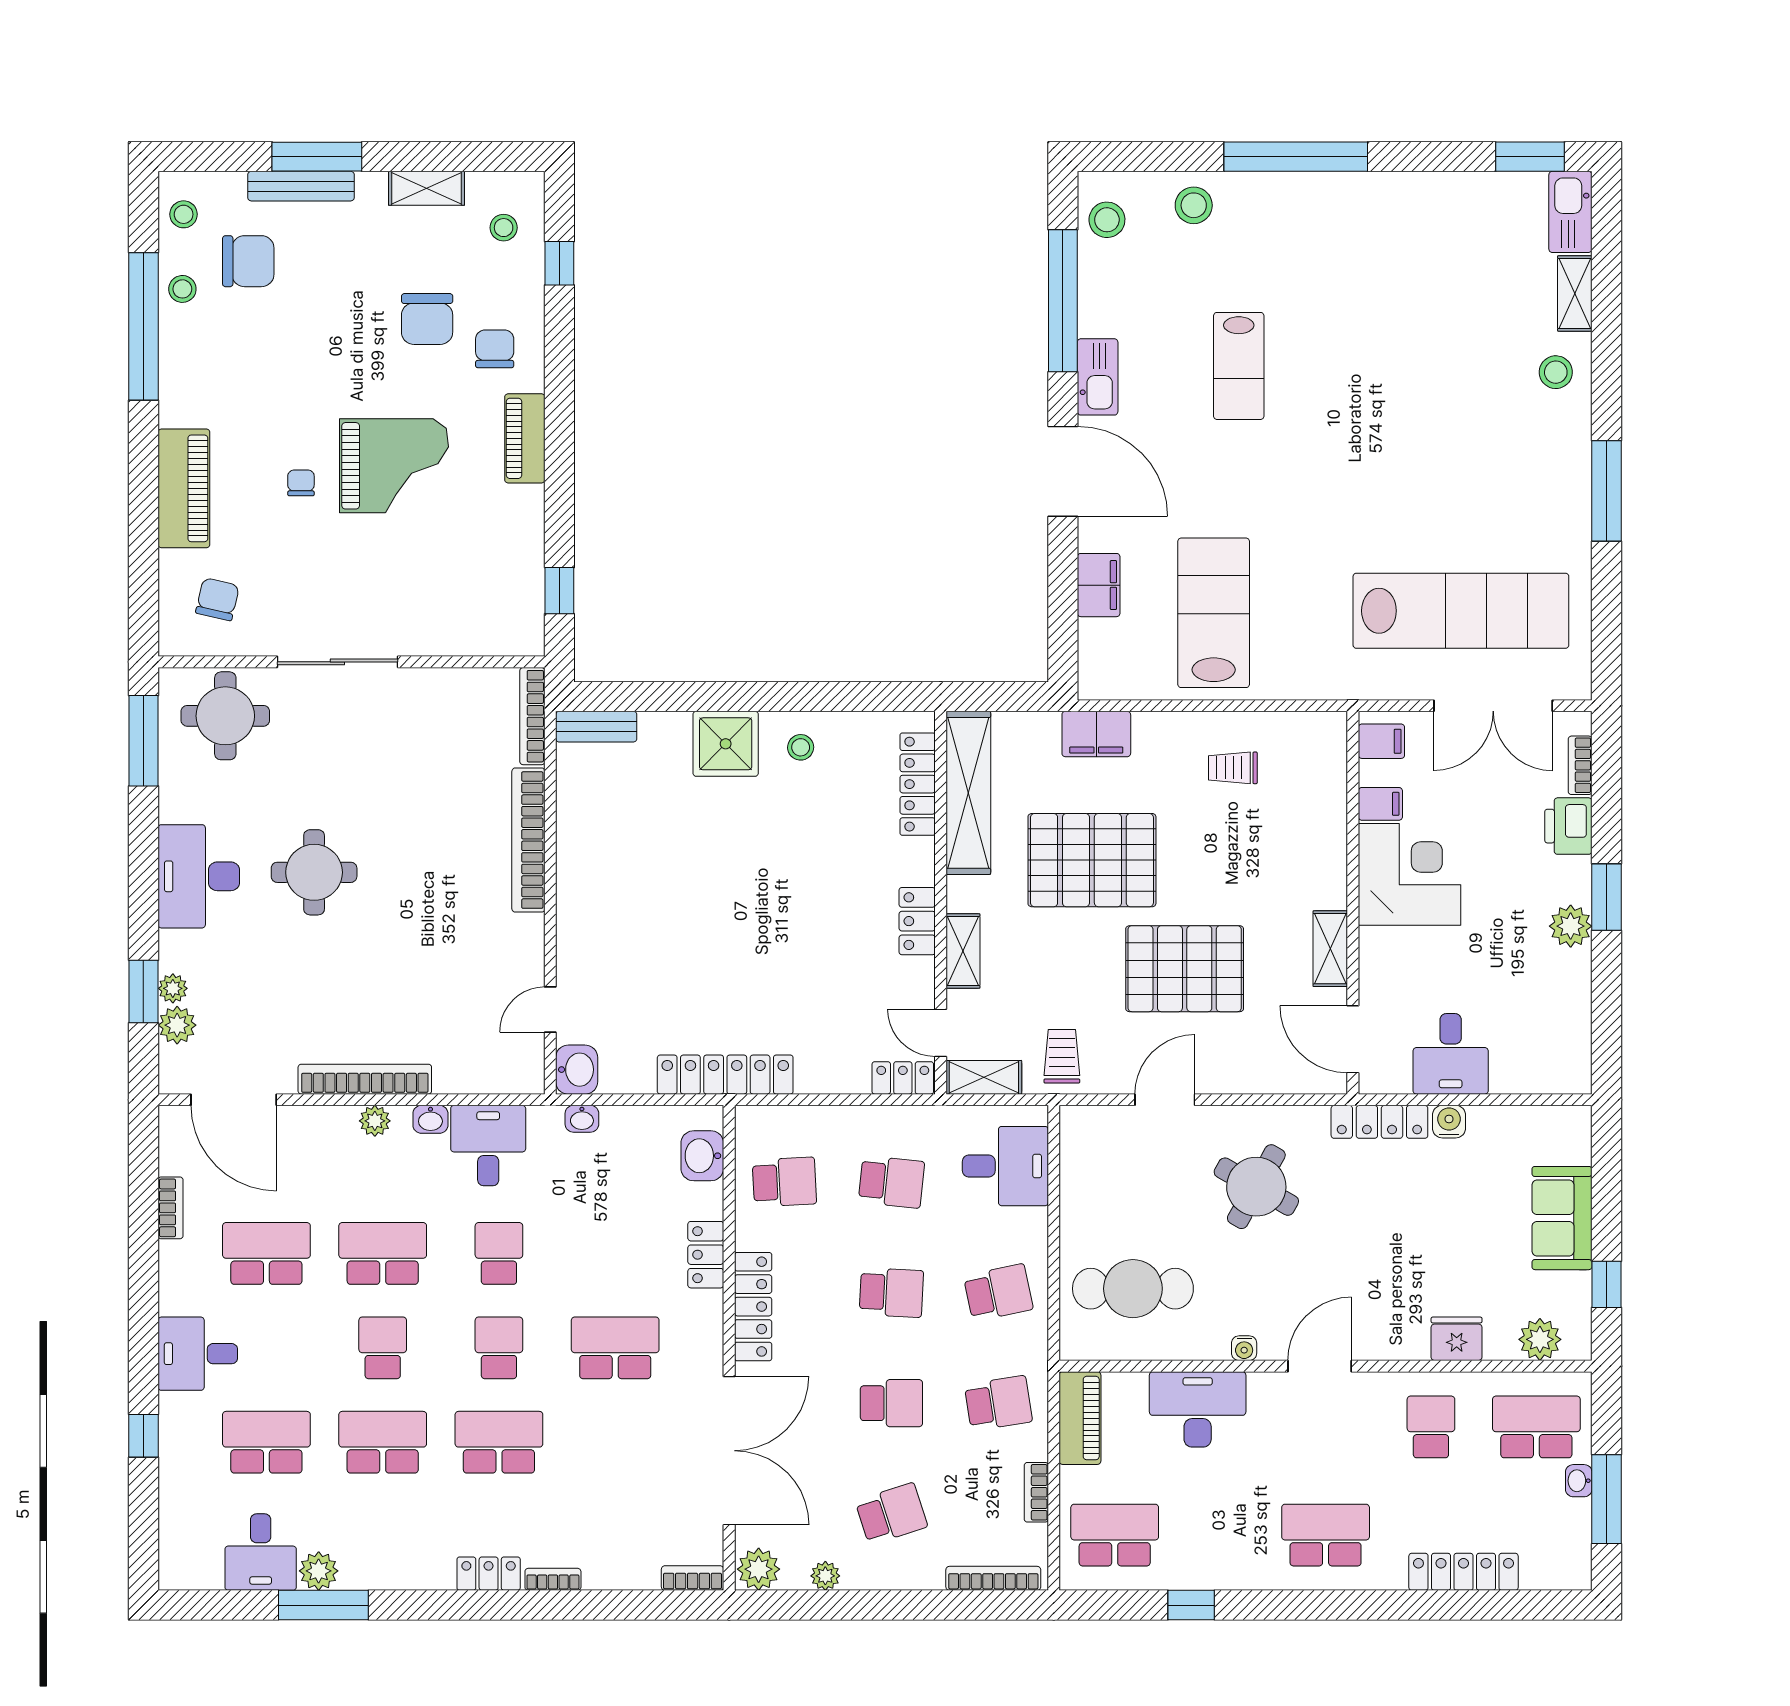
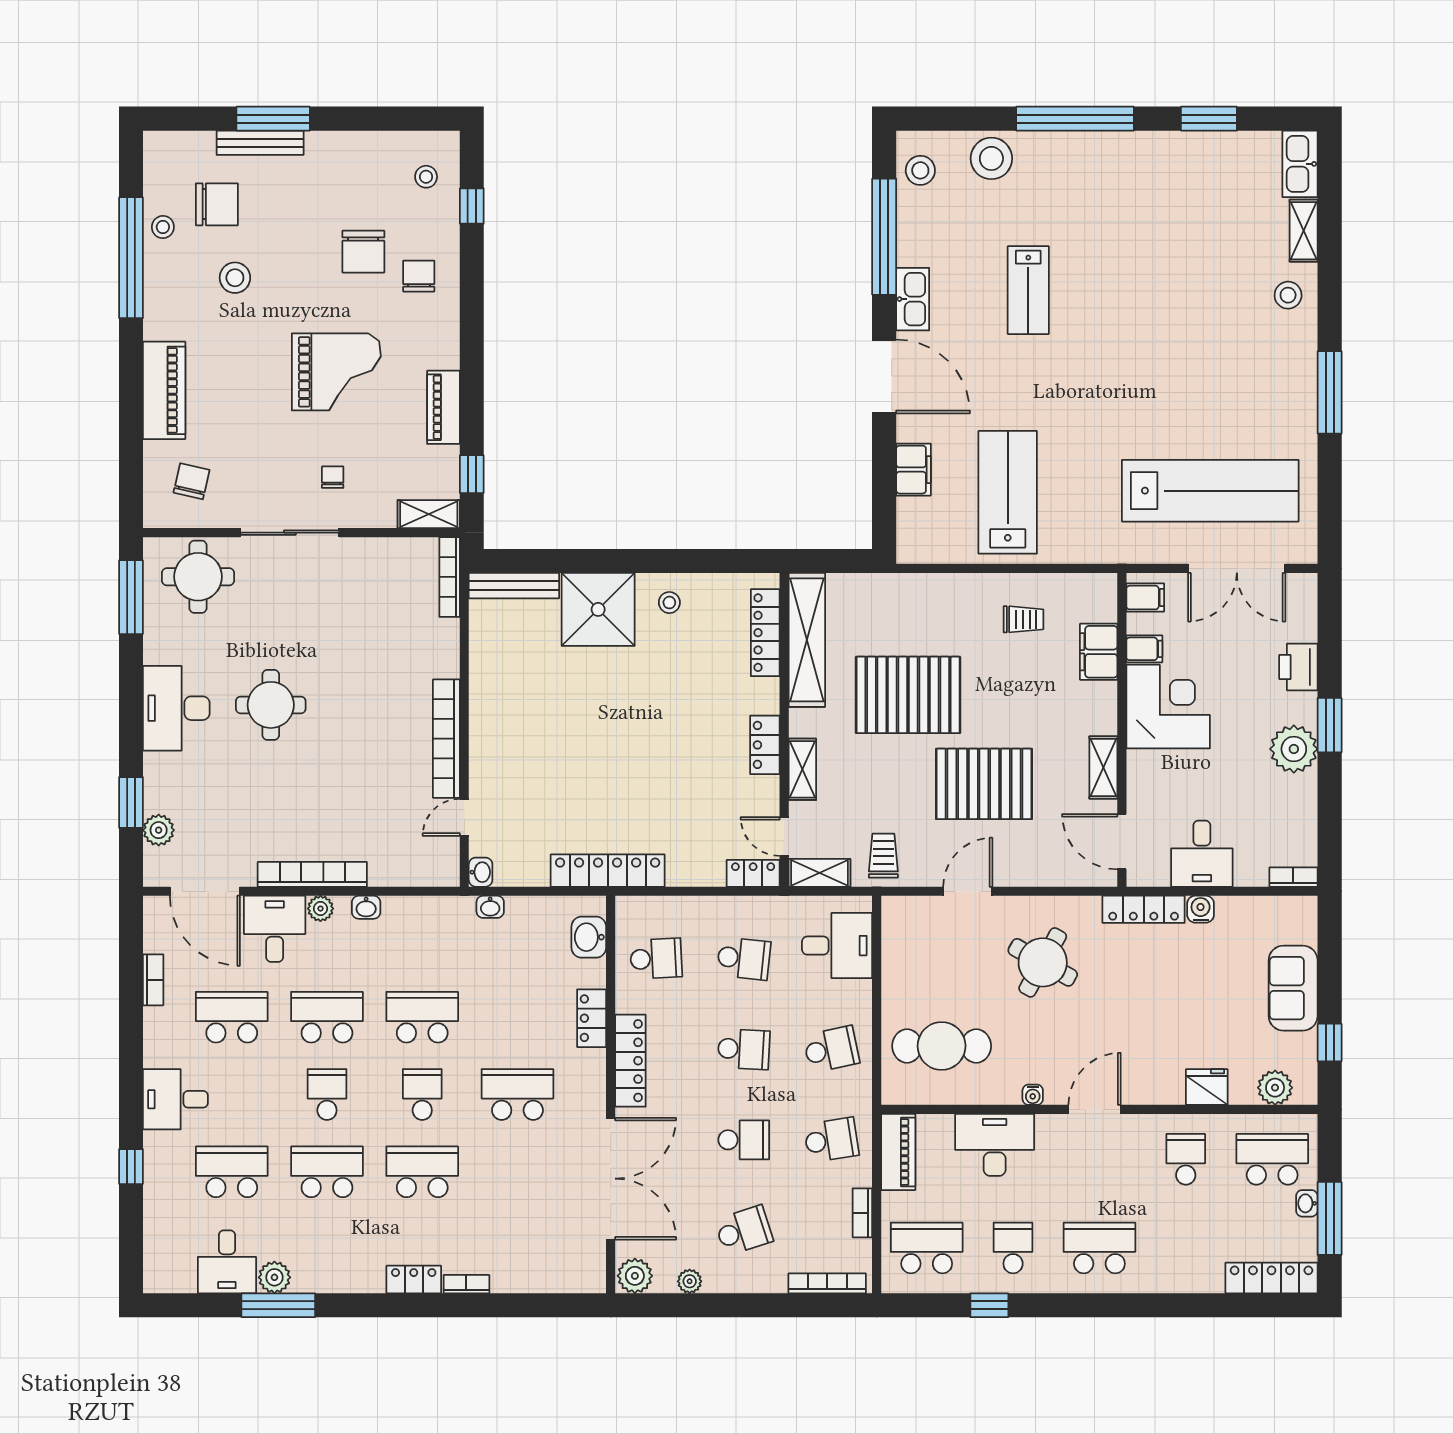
window: (1530, 157) -> (1209, 119), moved
shelving: (426, 188) -> (429, 514), moved
stool: (1194, 205) -> (991, 158), width x1.38, depth x1.38
stool: (184, 214) -> (235, 278), moved, width x1.37, depth x1.37
piano: (525, 438) -> (443, 407), moved
chair: (301, 483) -> (333, 477), moved
bench: (596, 727) -> (514, 586), width x1.36
filing cabinet: (1096, 734) -> (1099, 652), moved, turned 90
shower: (726, 744) -> (598, 609), width x1.37, depth x1.37
bookcase: (1580, 765) -> (1293, 877), moved, turned 90
trolley: (1233, 768) -> (1023, 619), turned 180
bookcase: (528, 840) -> (446, 739), moved
plant: (1571, 926) -> (1294, 749), width x1.36, depth x1.36
plant: (173, 988) -> (155, 800), removed
washbasin: (577, 1070) -> (481, 872), width x0.72, depth x0.69
desk: (488, 1146) -> (275, 929), moved
school desk: (499, 1253) -> (422, 1017), width x1.85
school desk: (1220, 1535) -> (1013, 1248), added
locker: (1463, 1572) -> (1271, 1278), moved
bookcase: (693, 1578) -> (581, 1283), removed

